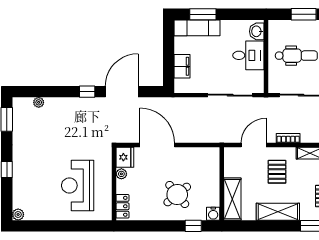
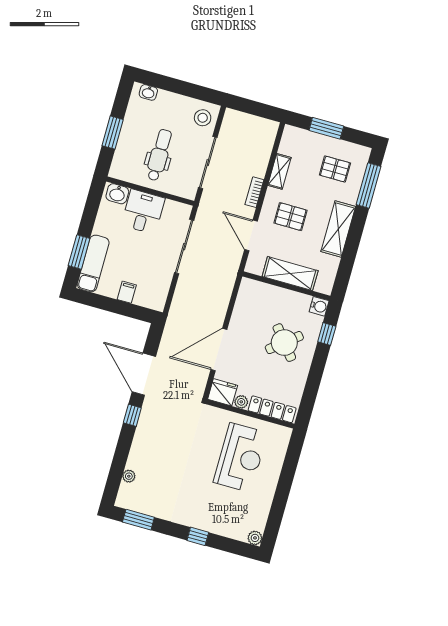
filing cabinet: (182, 66) -> (127, 292), width x0.50
reception desk: (78, 185) -> (240, 458), turned -90
shelving: (232, 199) -> (290, 274), moved
locker: (122, 206) -> (272, 409), width x1.53

